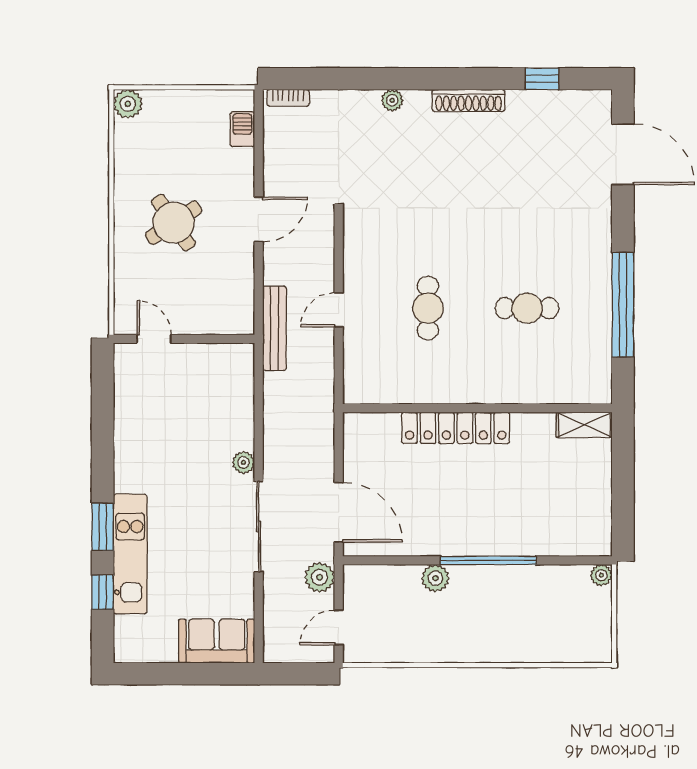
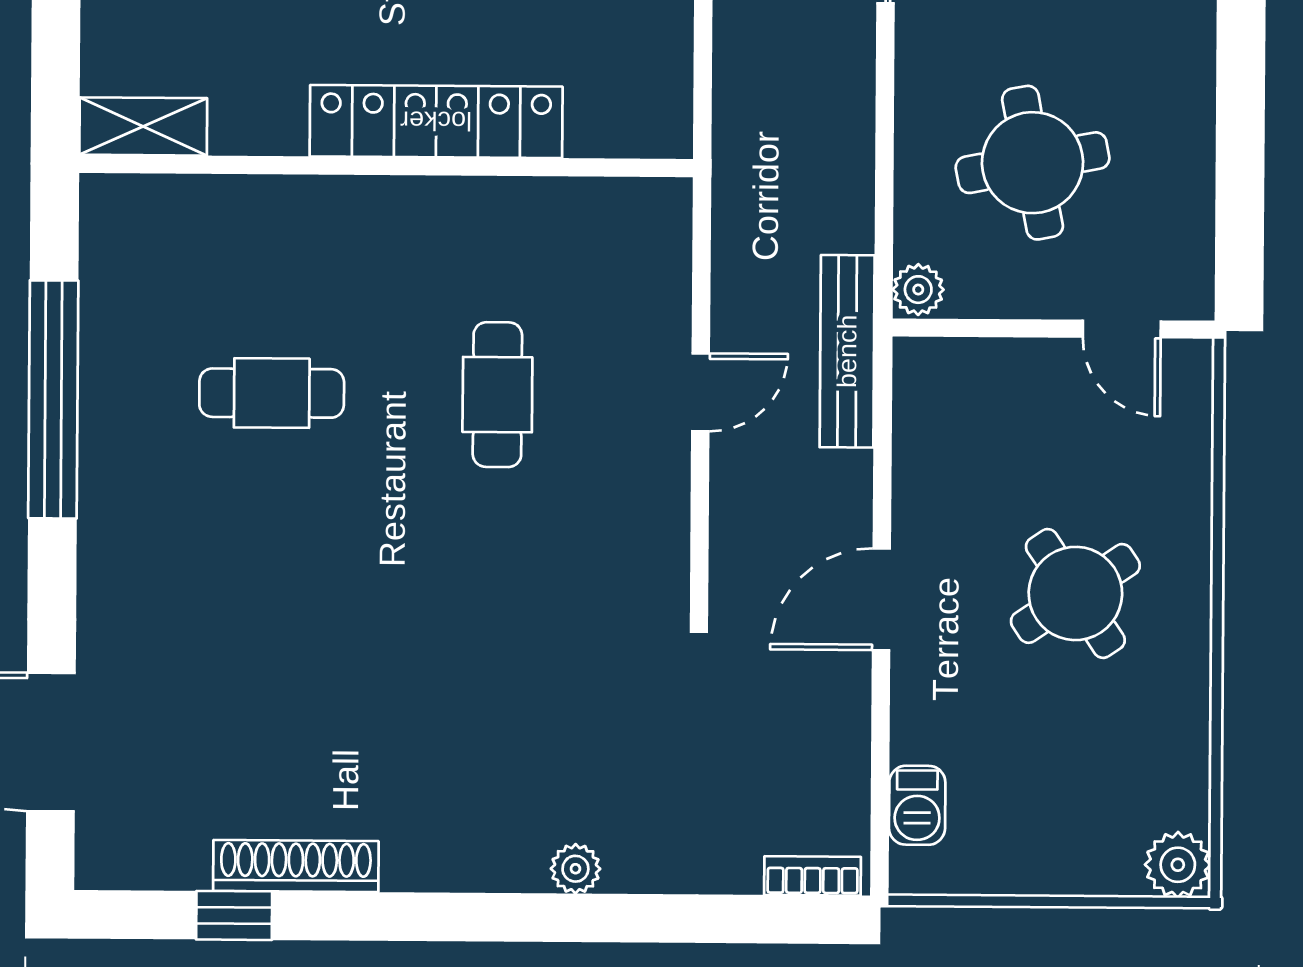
shoe rack: (468, 101) -> (296, 866), moved
round table: (194, 412) -> (1033, 163), added
plant: (243, 462) -> (918, 290), moved

